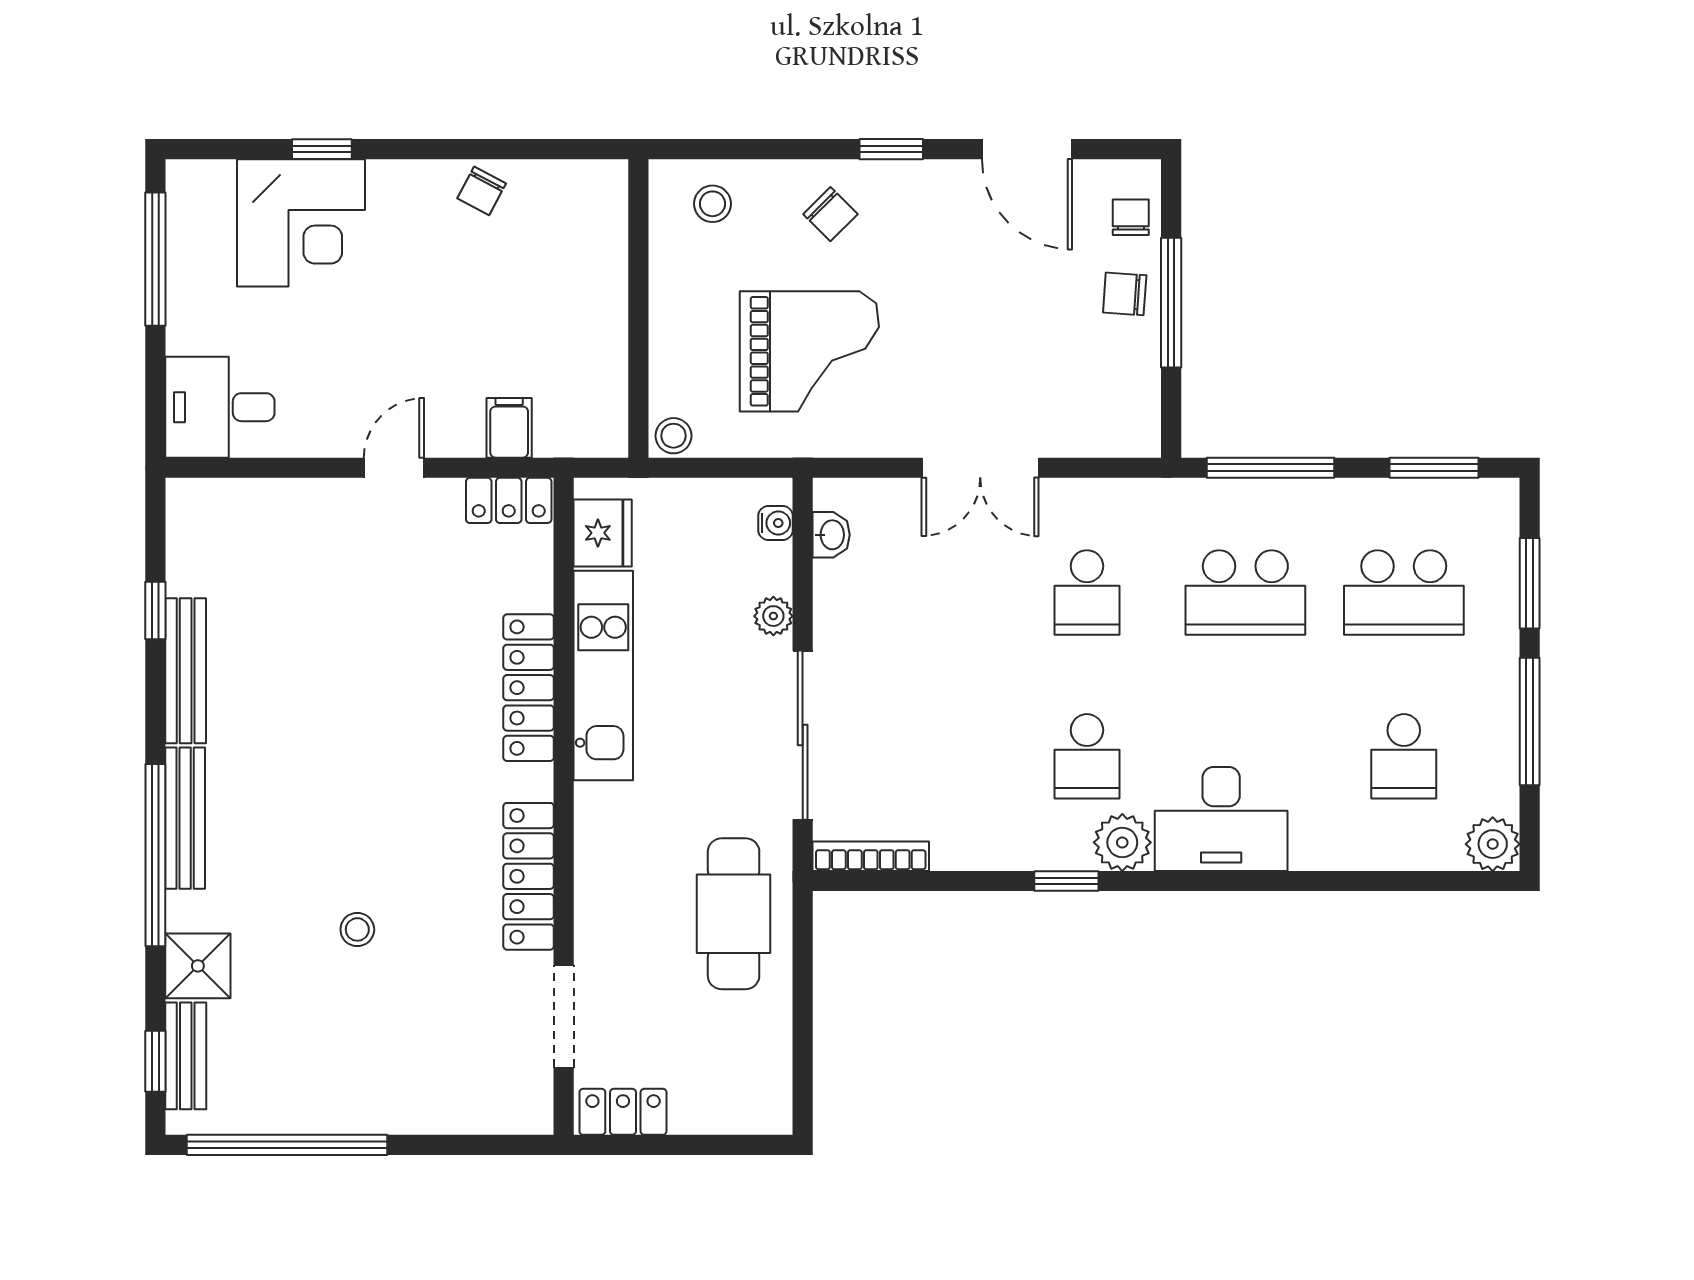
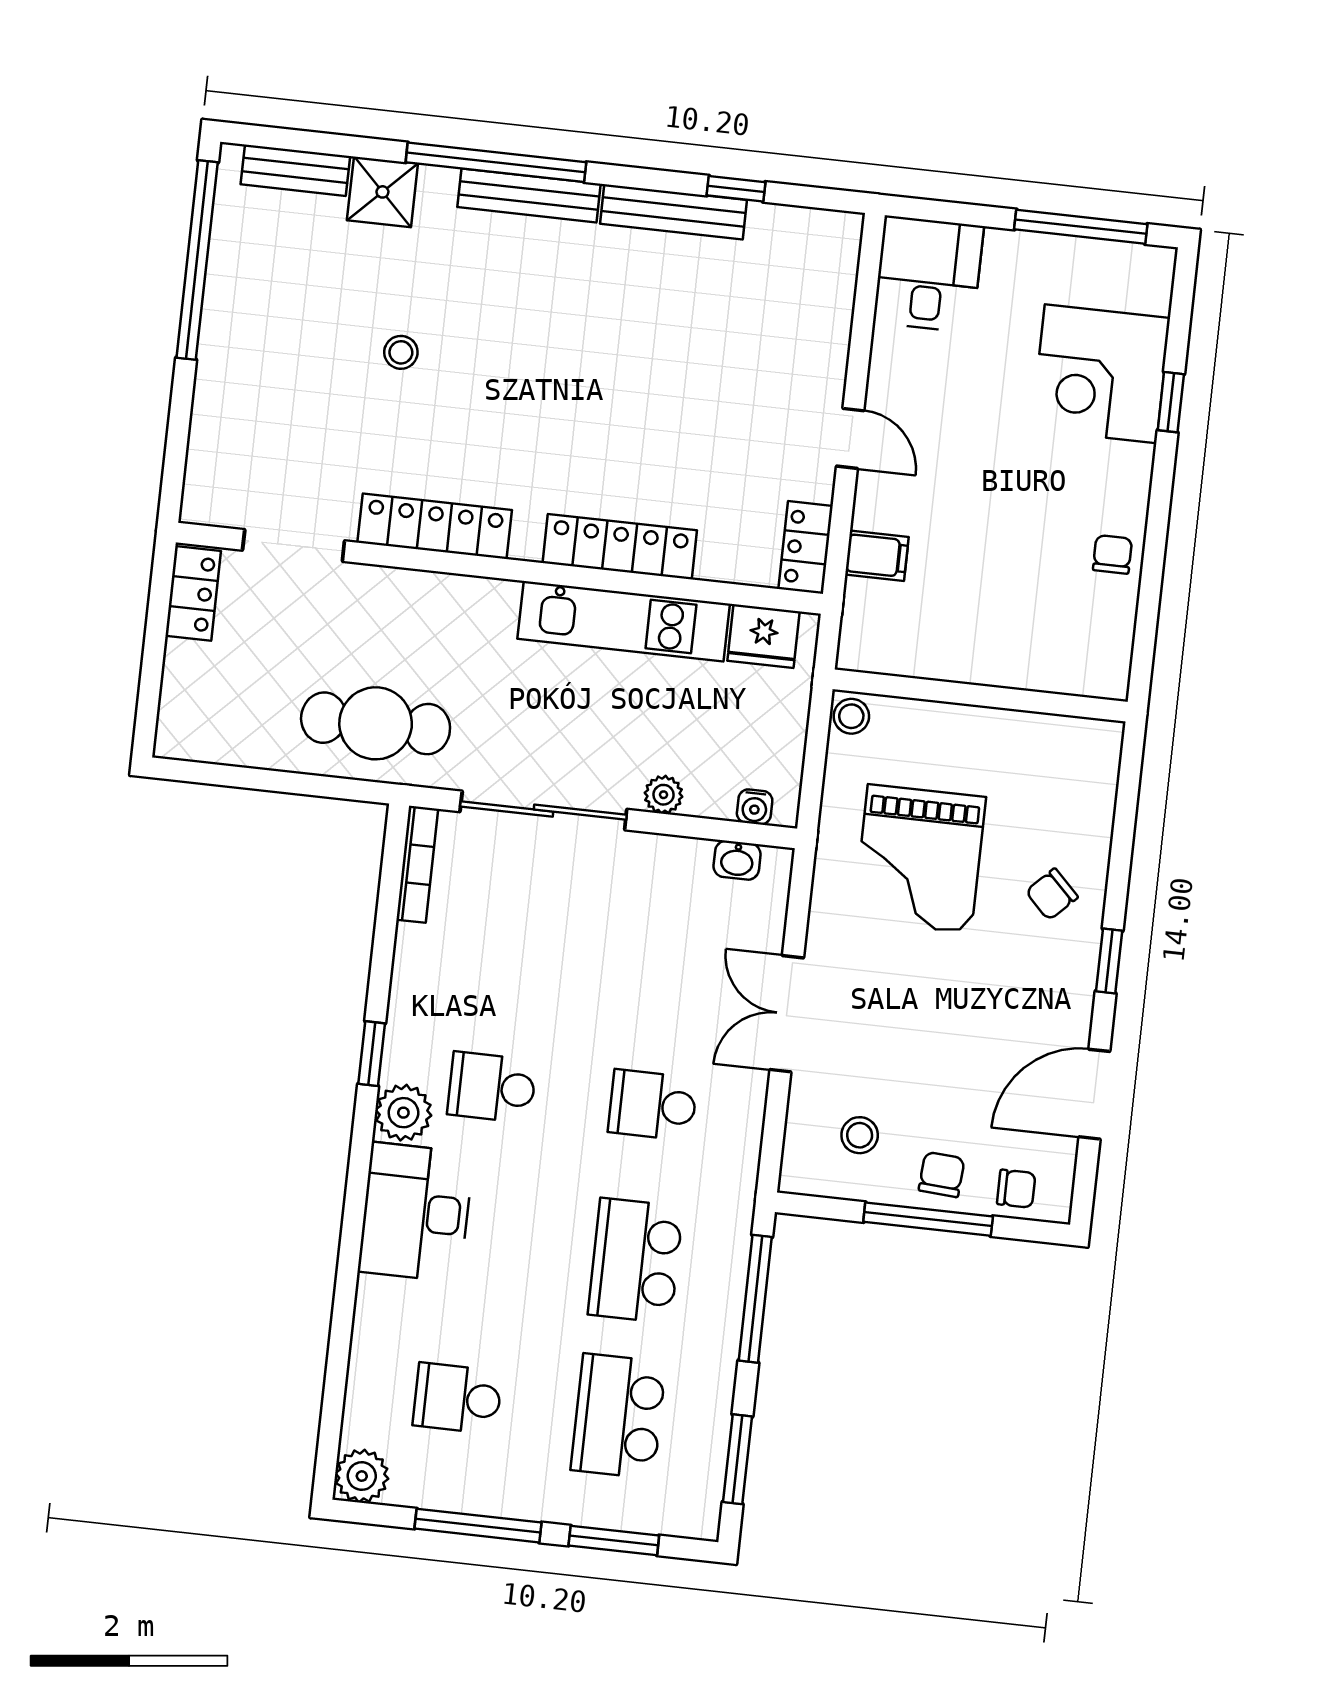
chair: (482, 191) -> (1112, 554), turned 62
stool: (712, 204) -> (860, 1135), moved
window: (155, 1061) -> (293, 140), removed

